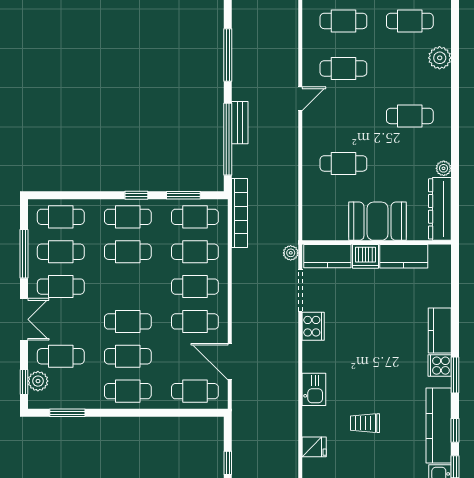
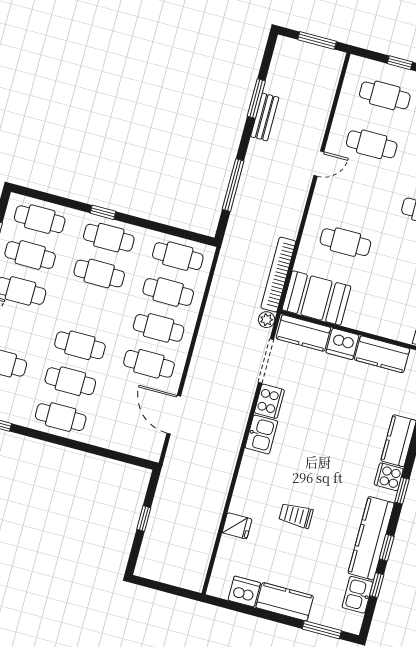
window: (228, 55) -> (256, 99), width x0.69
bench: (240, 123) -> (265, 117), moved
window: (228, 139) -> (233, 185), width x0.68
window: (136, 195) -> (103, 212), moved
window: (183, 195) -> (172, 231), removed
bookcase: (240, 213) -> (278, 274), moved, turned 180
booth: (378, 221) -> (316, 298), moved
window: (455, 375) -> (402, 491), width x0.67
kitchen sink: (314, 389) -> (261, 434), moved
cafe table: (195, 391) -> (130, 436), removed

